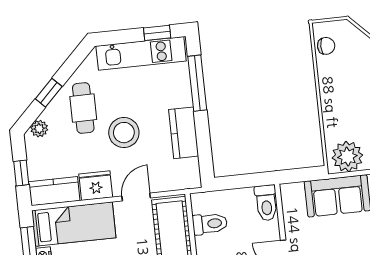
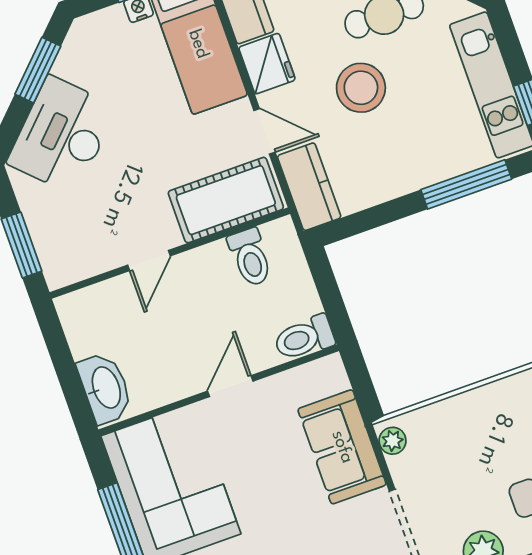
kitchen counter: (184, 133) -> (309, 187), moved, turned 90
plant: (347, 157) -> (393, 441), width x0.53, depth x0.53

